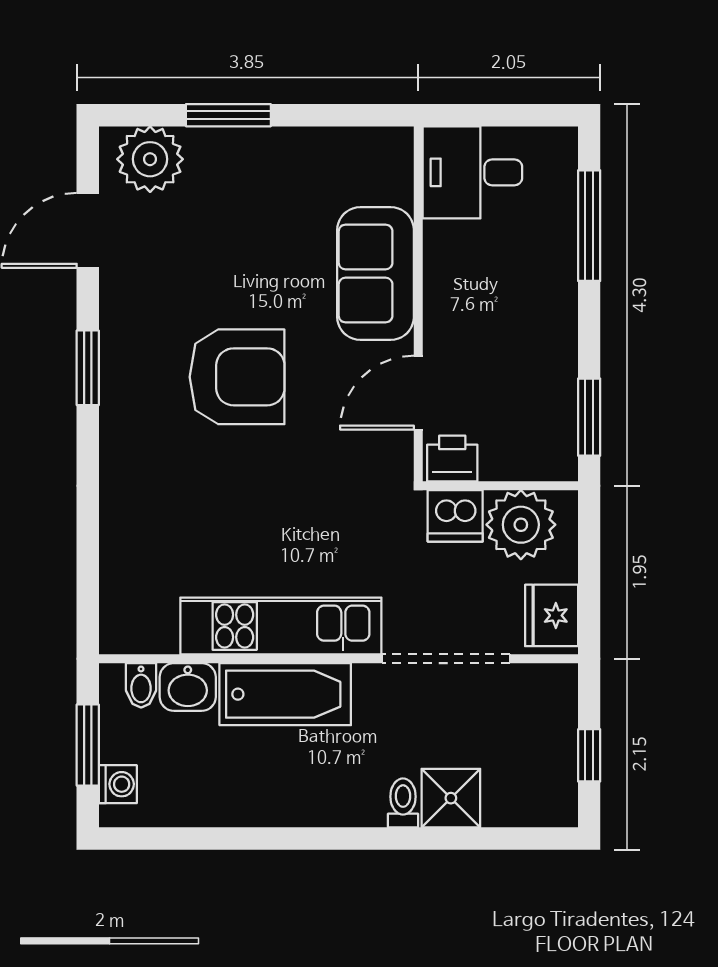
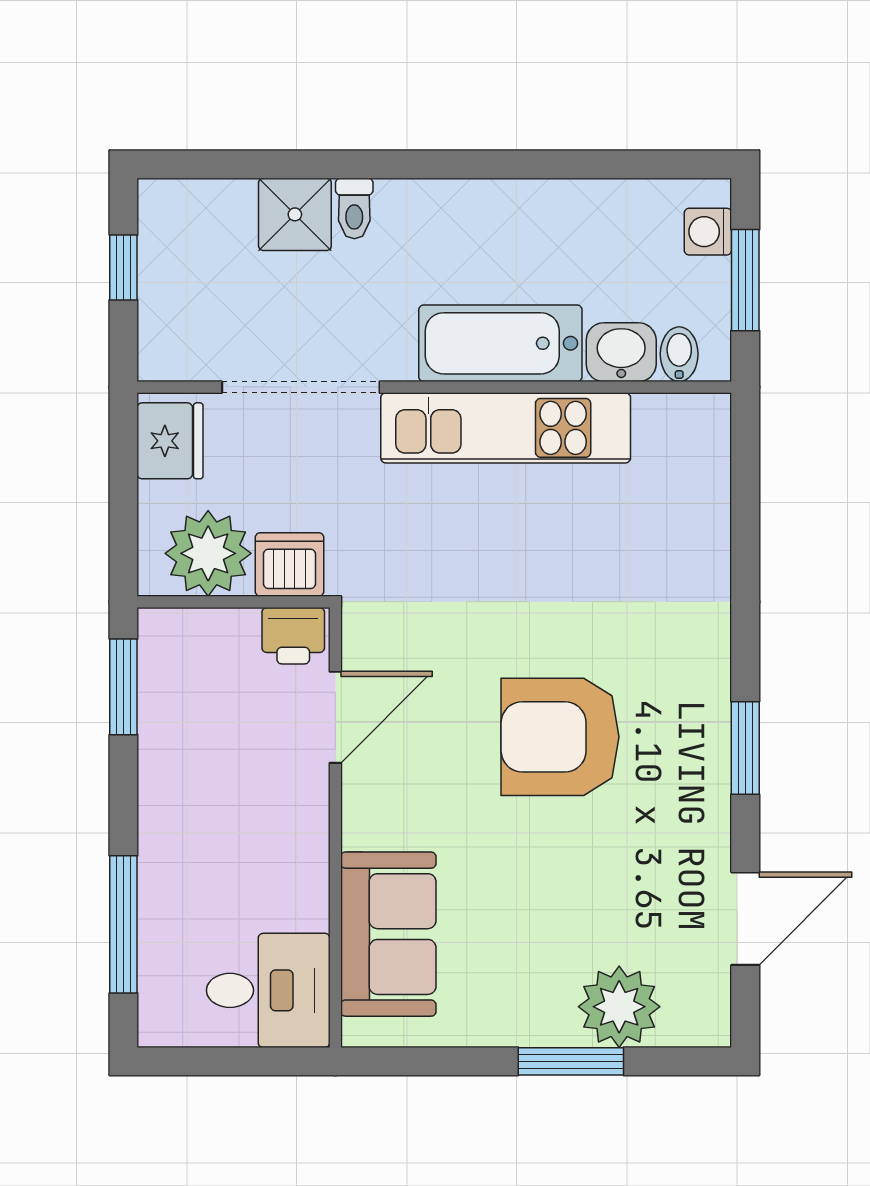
plant: (150, 159) -> (619, 1007), moved
sofa: (376, 274) -> (388, 934), moved

